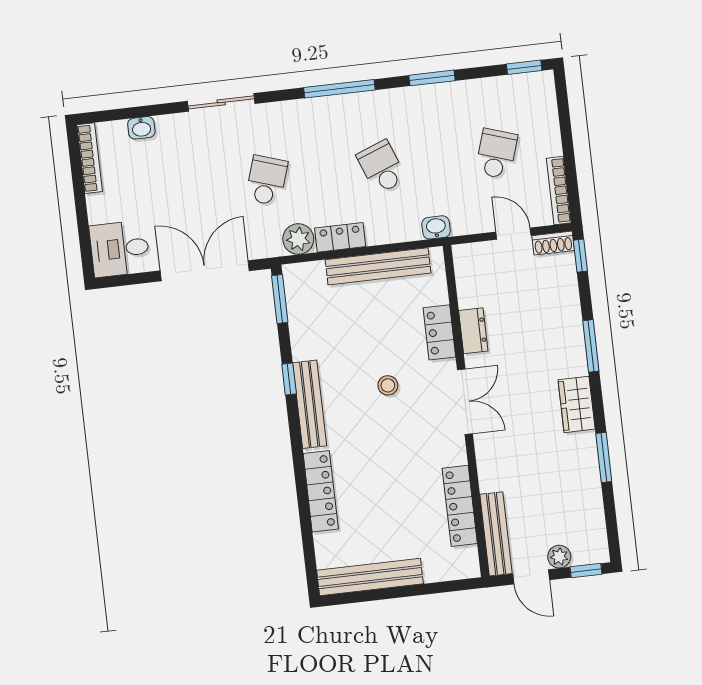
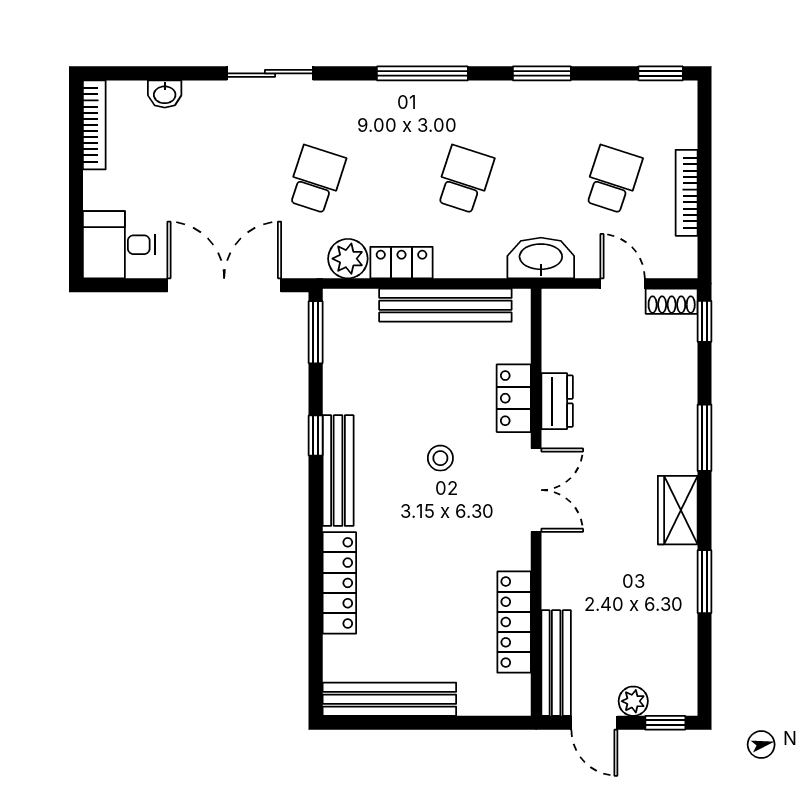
school desk: (381, 167) -> (464, 179), turned 39
bookcase: (559, 191) -> (687, 193), moved
washbasin: (436, 227) -> (541, 258), width x1.91, depth x1.45

